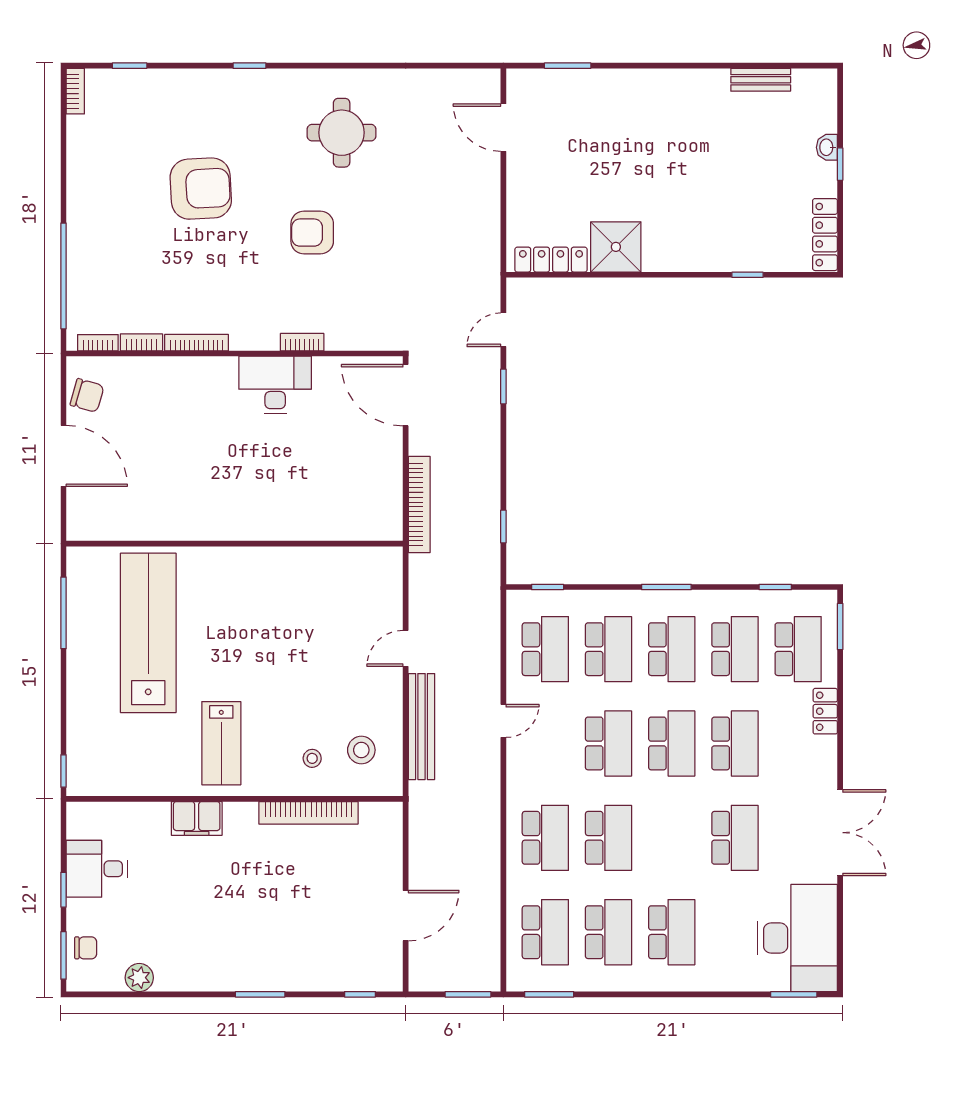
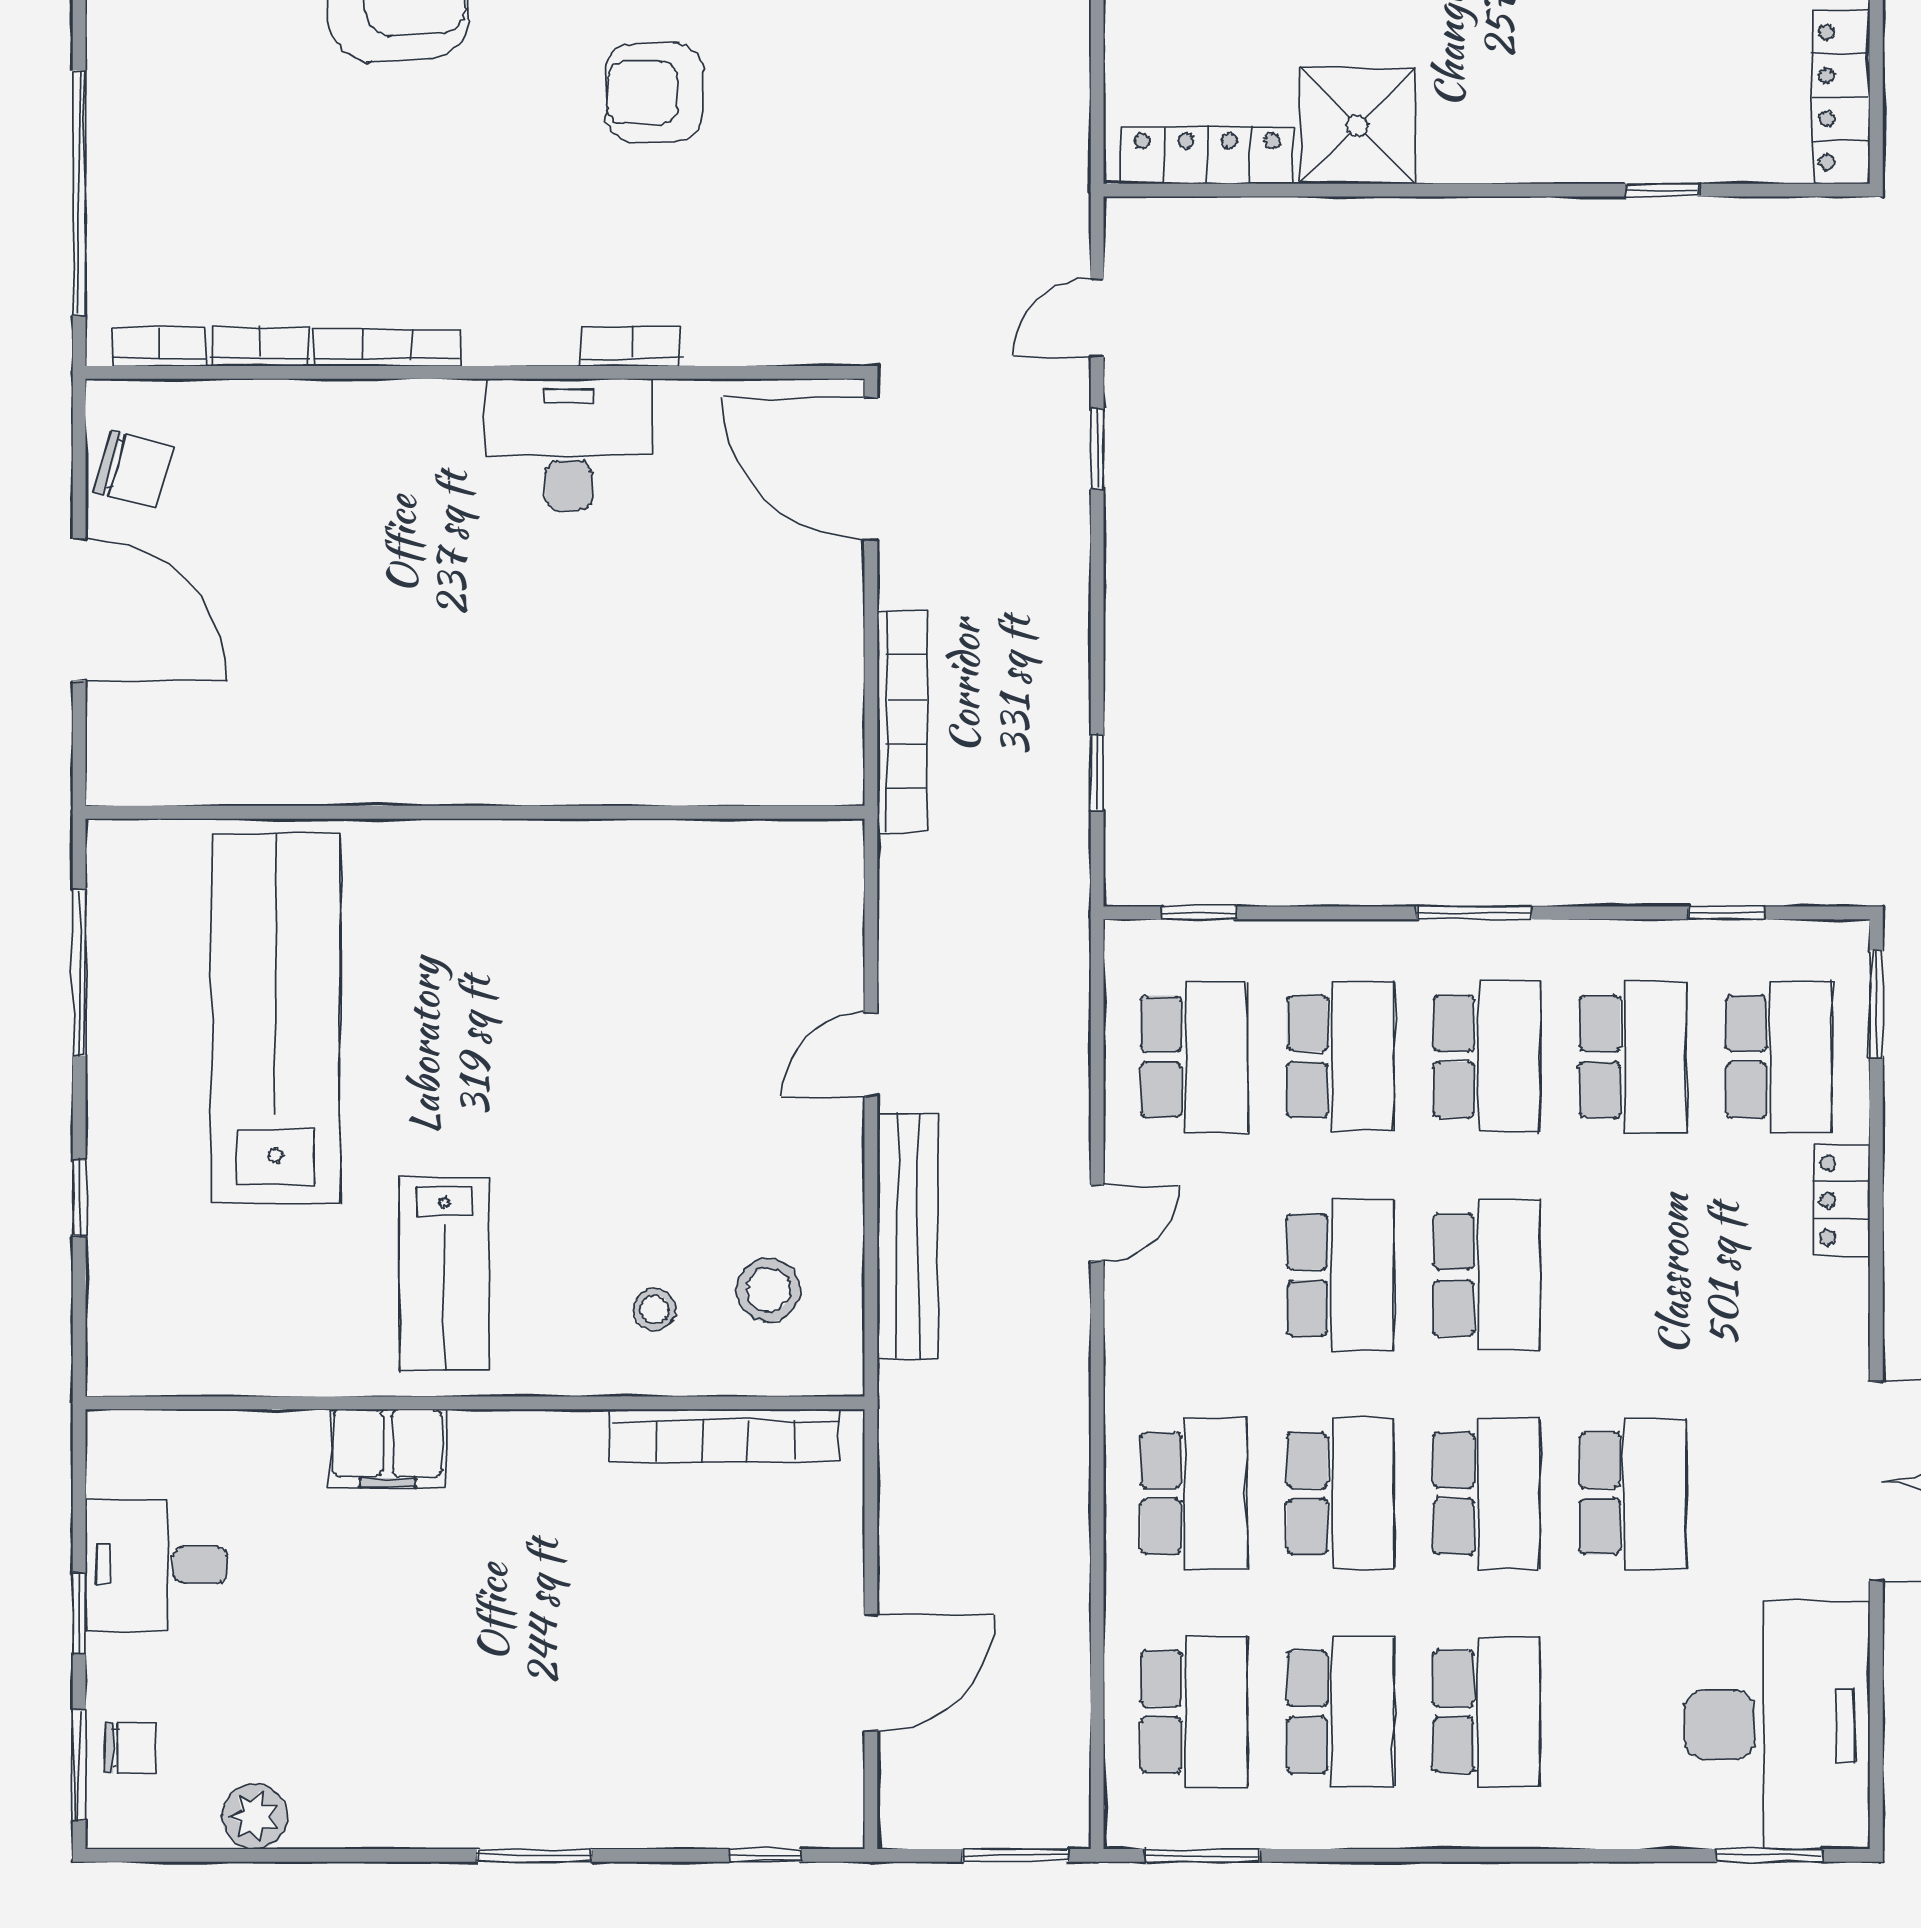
school desk: (735, 743) -> (1487, 1493), moved
window: (63, 771) -> (79, 1198), moved
bookcase: (308, 813) -> (725, 1435), moved

